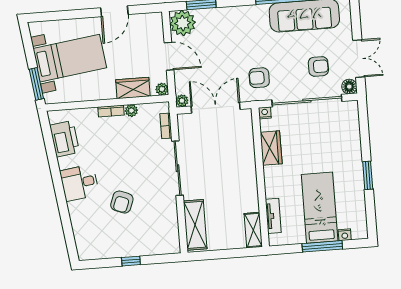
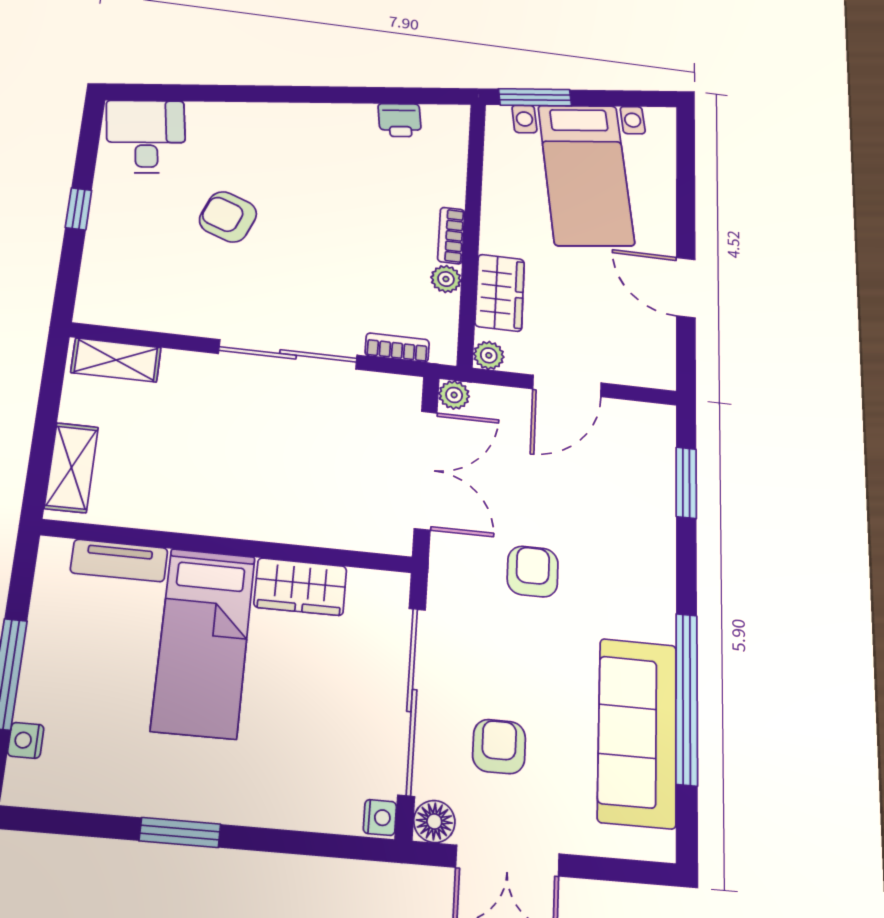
plant: (183, 23) -> (645, 432), removed
armchair: (318, 66) -> (499, 747), turned 180
armchair: (259, 78) -> (533, 572), moved
nightstand: (265, 113) -> (380, 817), moved
printer: (65, 139) -> (400, 120), width x0.53, depth x0.68
desk: (79, 183) -> (146, 137), moved
bed: (320, 208) -> (203, 642), moved, turned 90
shelving: (195, 225) -> (116, 360), width x0.67, depth x0.75
shelving: (253, 230) -> (71, 468), moved, turned 90

